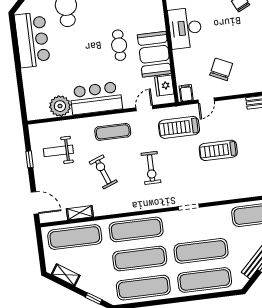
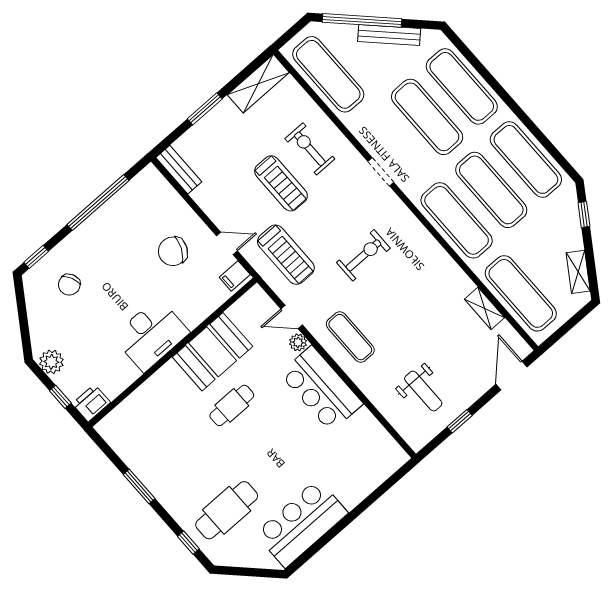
fridge: (164, 86) -> (244, 311), removed
plant: (60, 106) -> (298, 342), moved, width x0.53, depth x0.53
exercise bike: (103, 172) -> (310, 149), moved, turned 111

